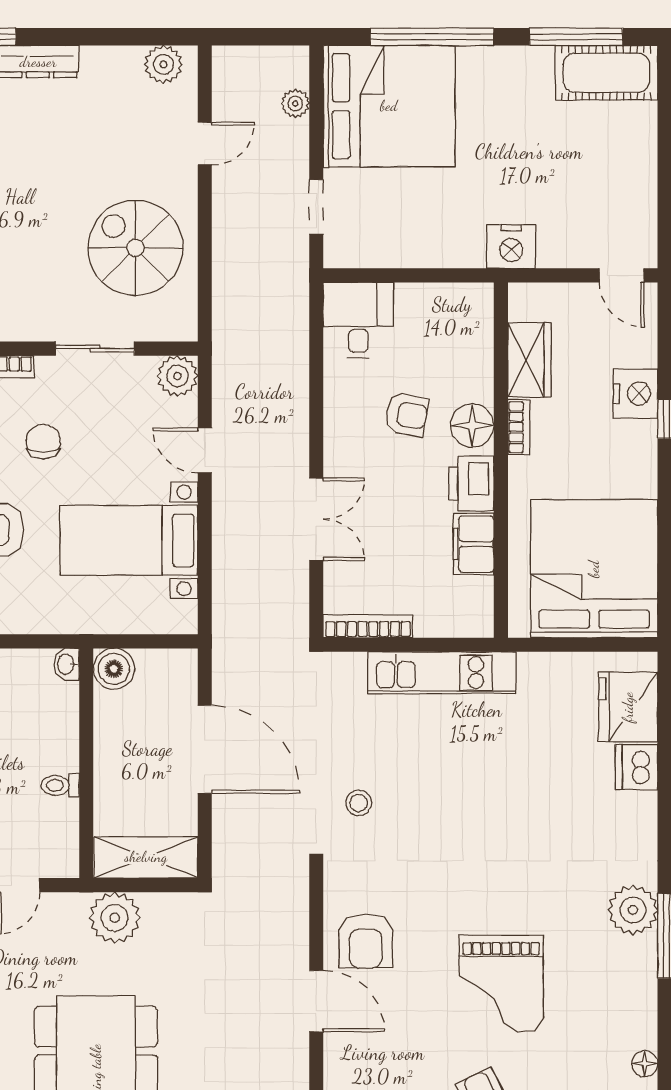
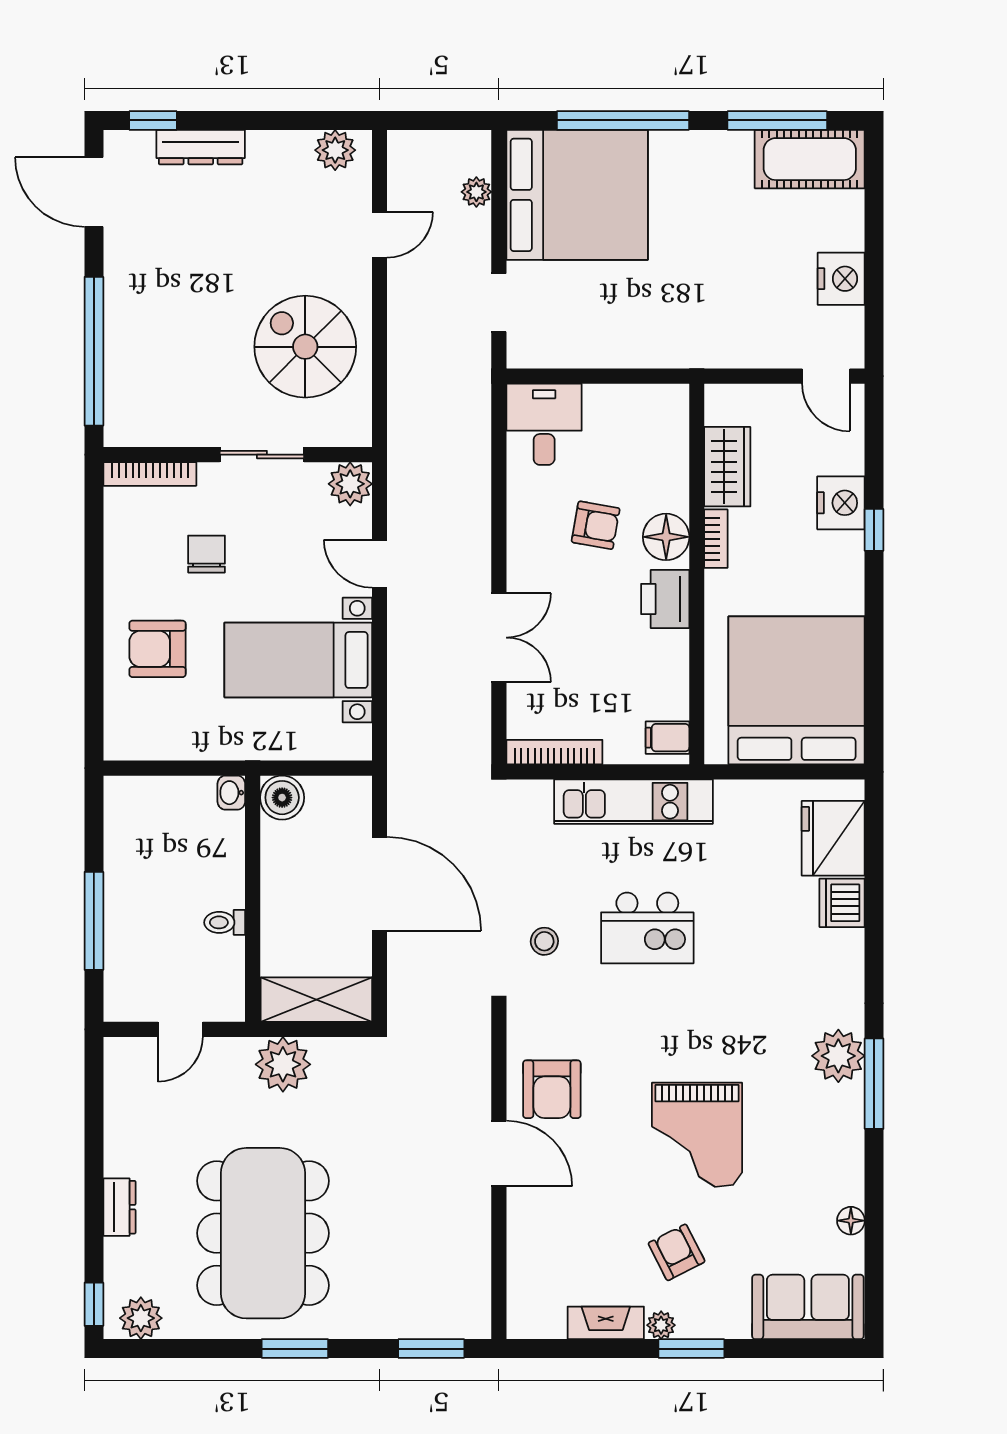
nightstand: (511, 247) -> (841, 279), moved, turned -90
filing cabinet: (474, 544) -> (667, 738), moved, width x0.50
kitchen island: (455, 791) -> (647, 928), added

